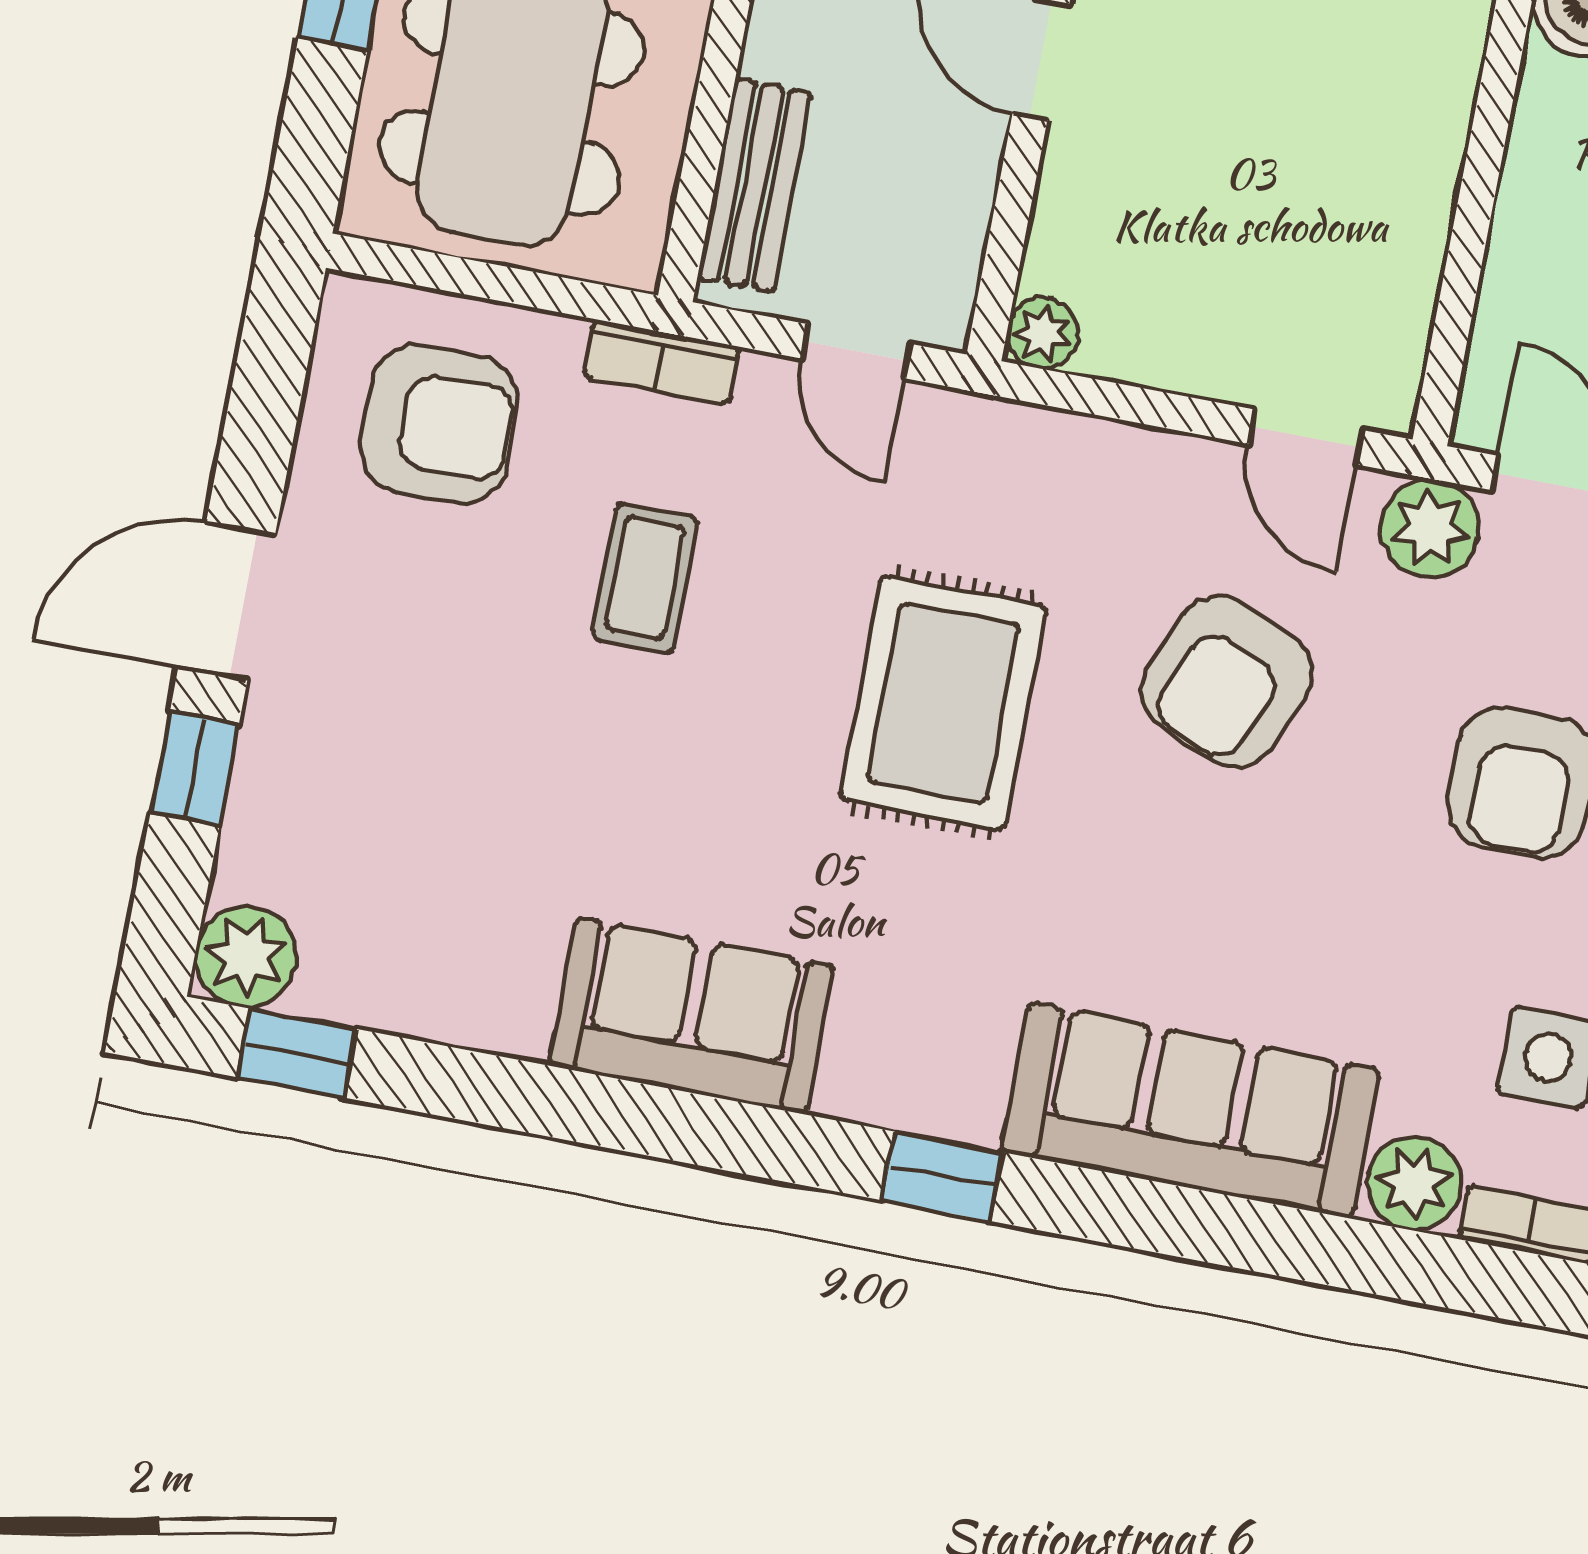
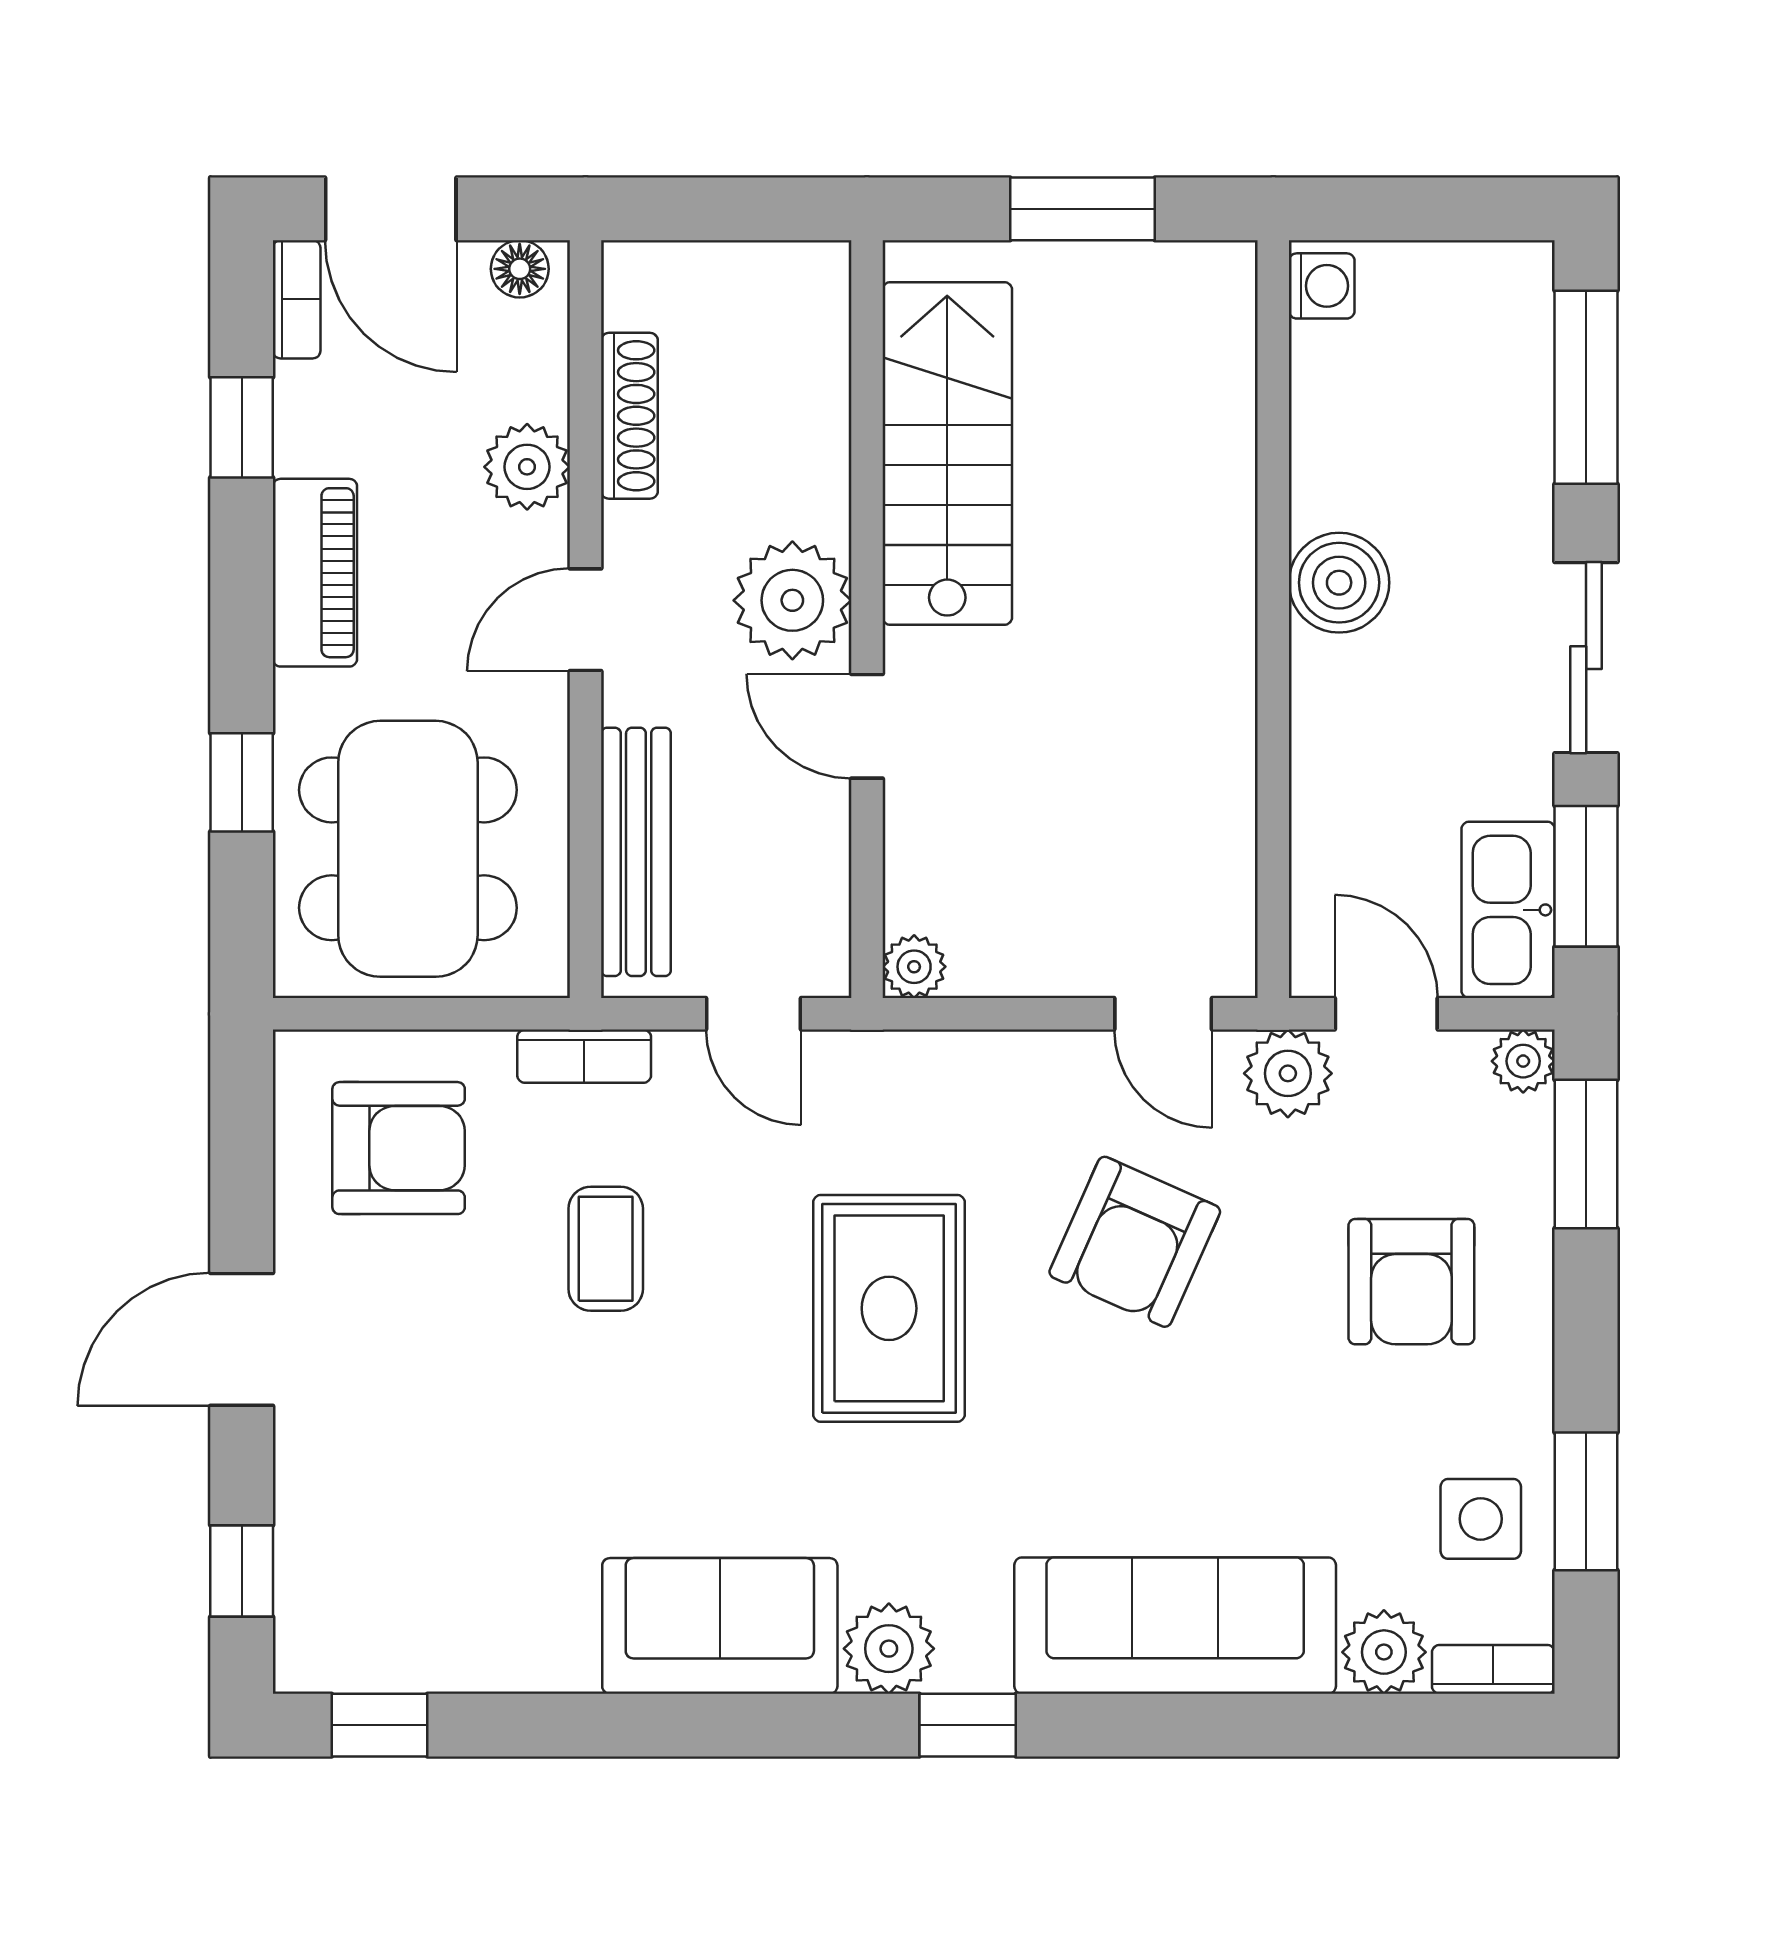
bench: (754, 185) -> (636, 852), width x1.36
window: (195, 768) -> (242, 1571), moved
plant: (246, 956) -> (889, 1649), moved

